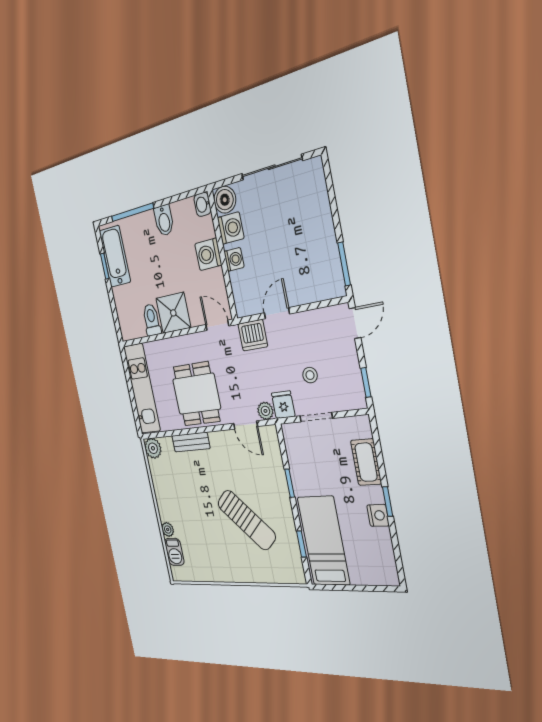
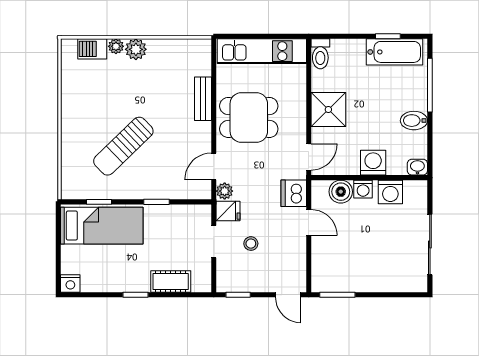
boiler: (225, 200) -> (341, 192), moved
toilet: (152, 320) -> (320, 54), moved, turned 90
plant: (153, 448) -> (136, 49), moved
nightstand: (378, 515) -> (70, 283), moved

